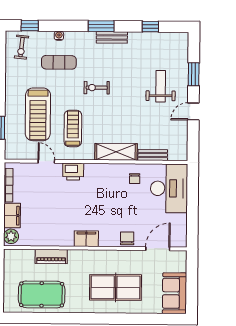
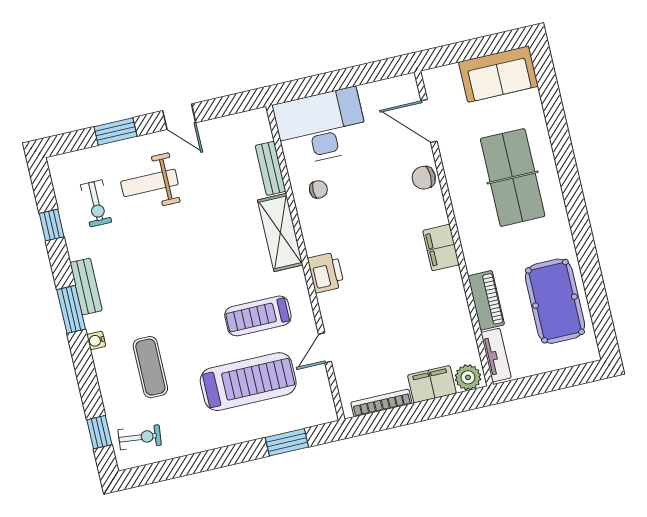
water cooler: (59, 36) -> (96, 340), moved
exercise bike: (97, 88) -> (96, 203), moved
printer: (73, 172) -> (326, 273), moved
tv unit: (20, 255) -> (496, 355), added

